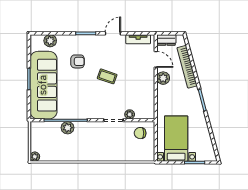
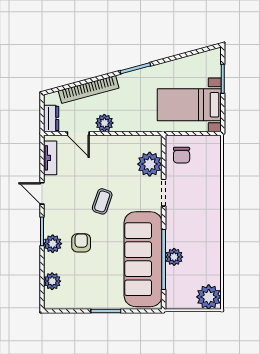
plant: (77, 41) -> (53, 244), added
door: (156, 59) -> (78, 133), swing flipped
sofa: (43, 85) -> (143, 259), moved, turned -90
plant: (130, 114) -> (150, 164), width x1.88, depth x1.88
plant: (35, 157) -> (209, 297), width x1.88, depth x1.88

